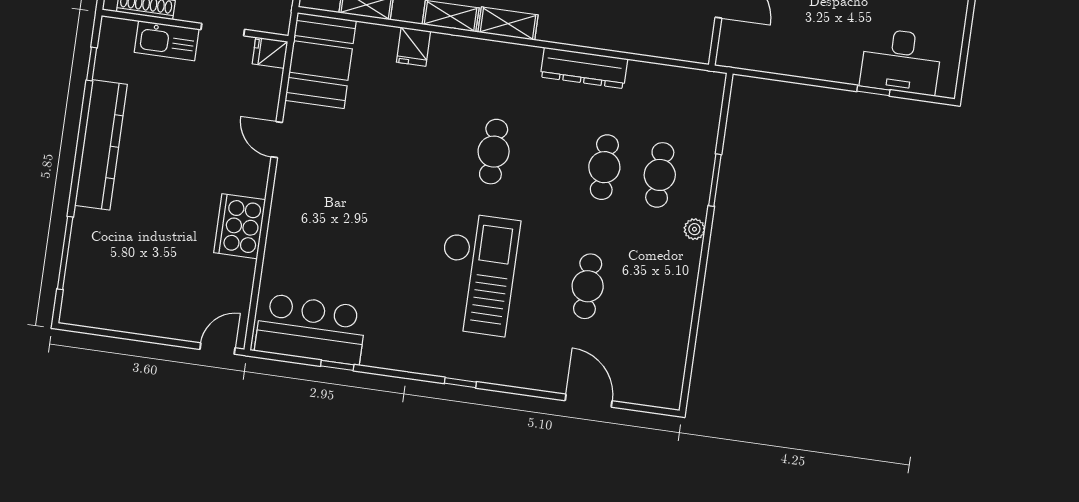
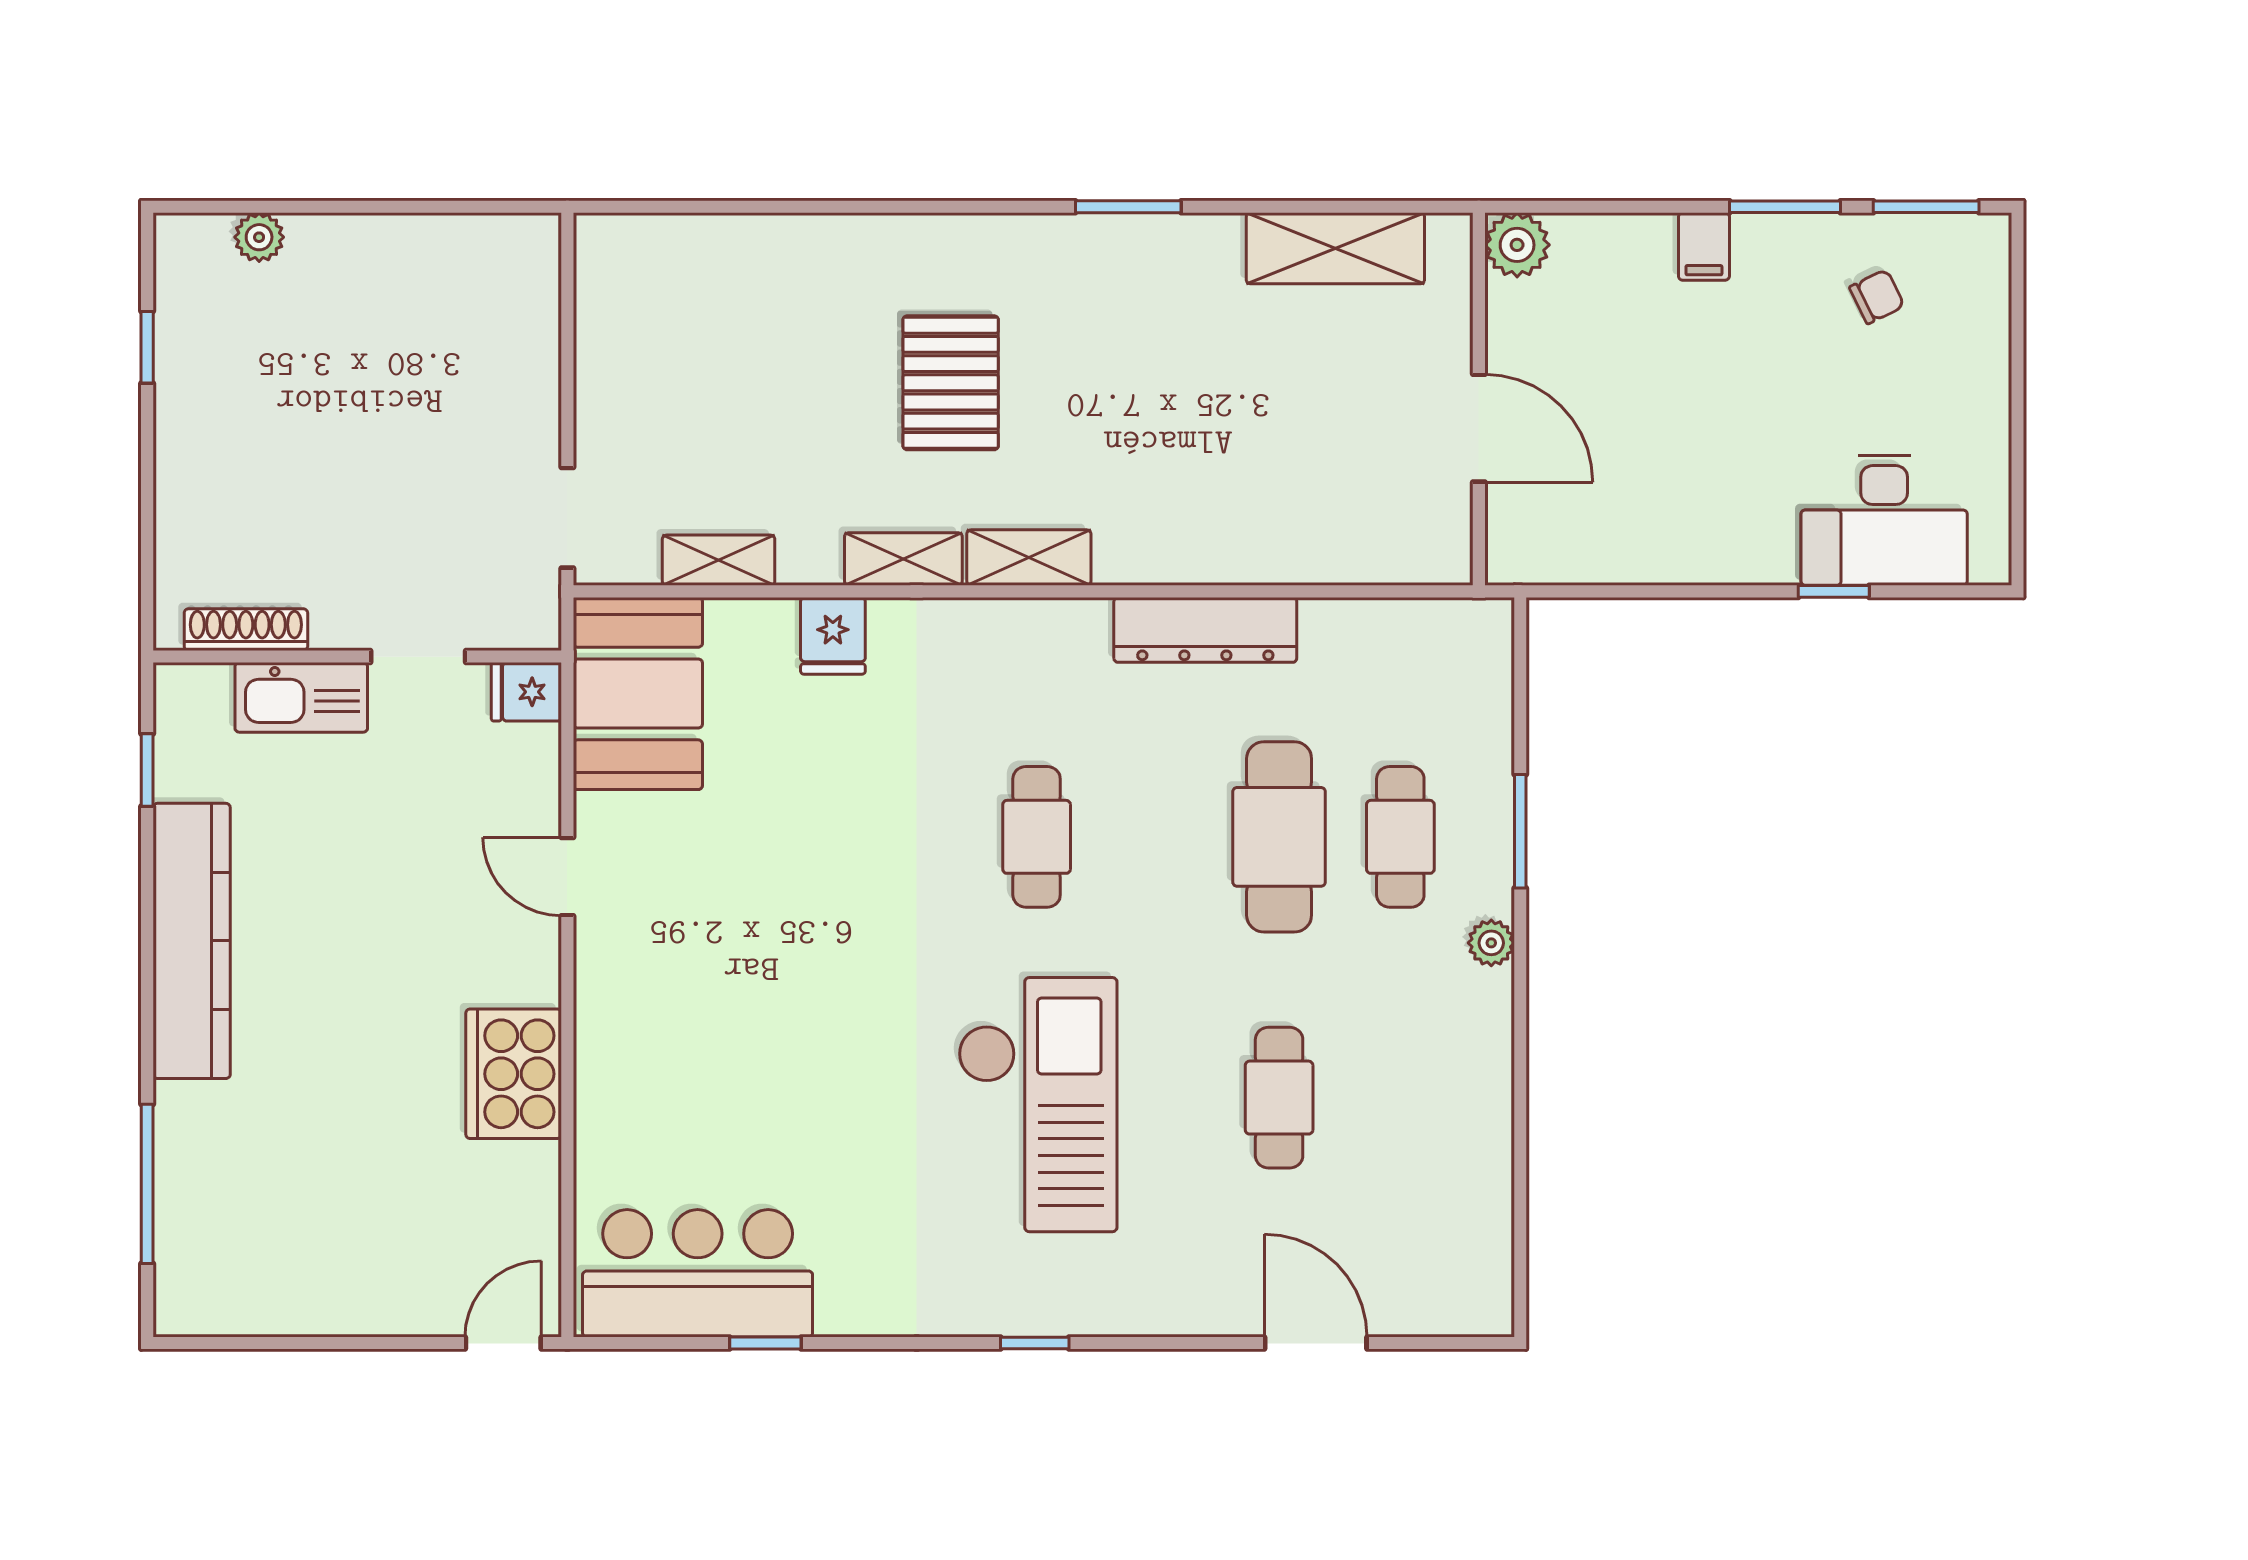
cafe table: (604, 167) -> (1279, 837), width x1.37, depth x1.35

